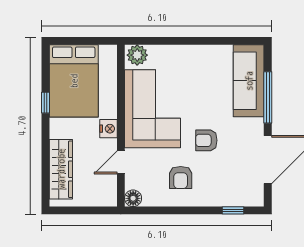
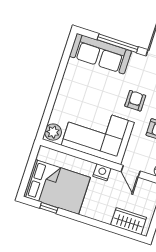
window: (46, 103) -> (49, 208), moved
armchair: (206, 140) -> (135, 101), turned 180
wardrobe: (61, 169) -> (129, 221), width x0.67

